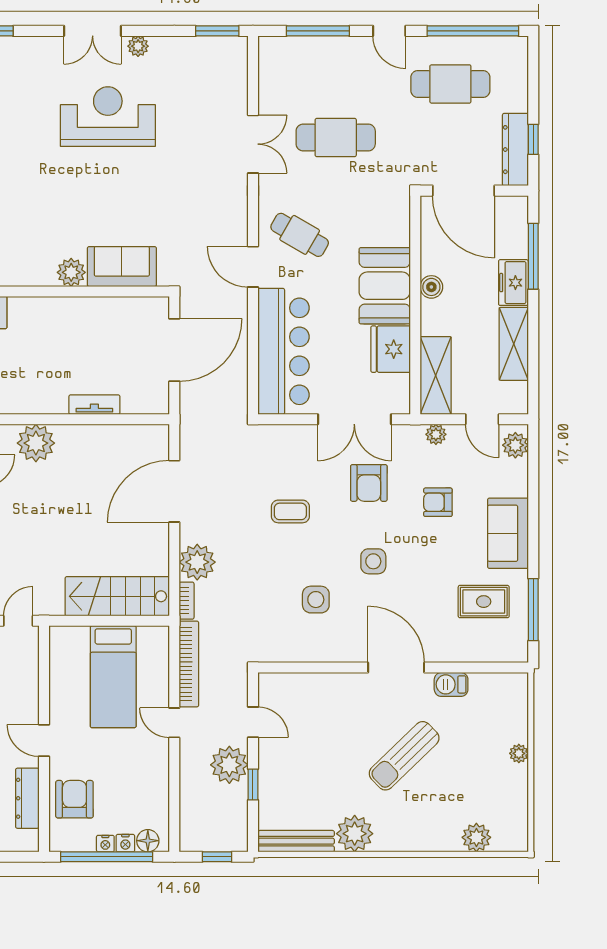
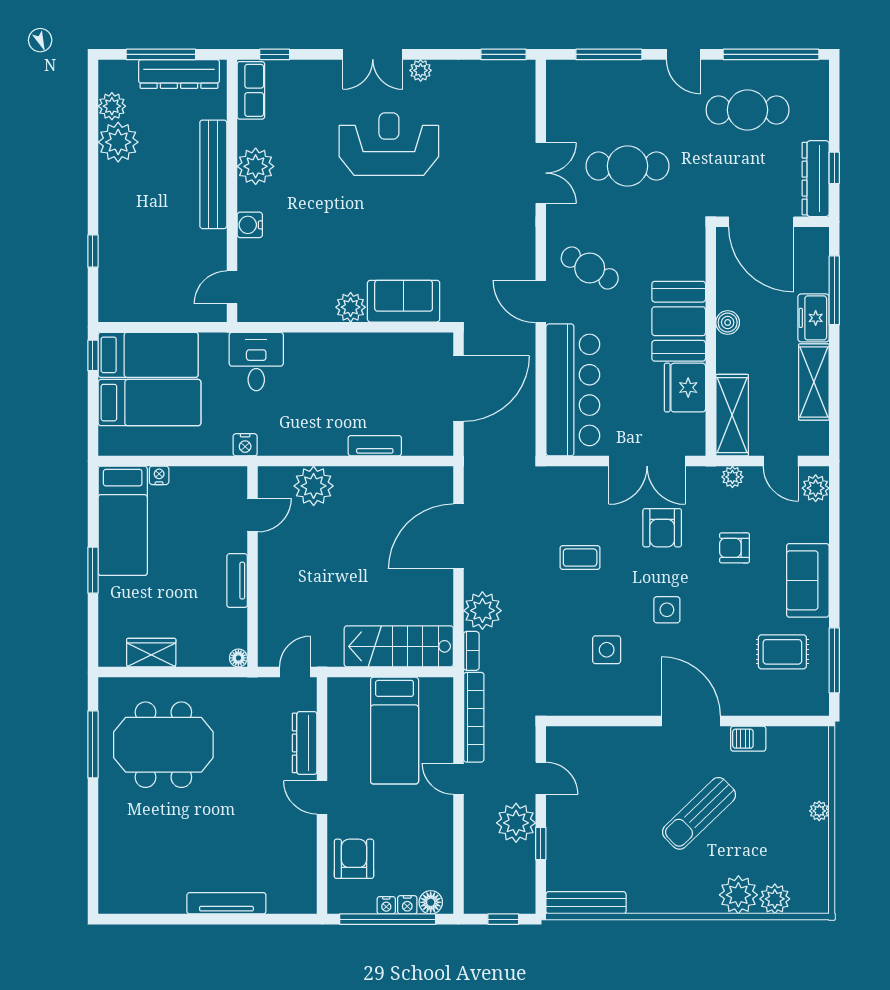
dresser: (27, 798) -> (305, 743), moved
plant: (355, 834) -> (738, 895), moved

